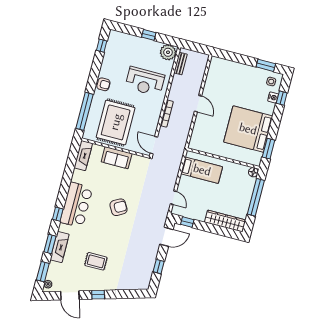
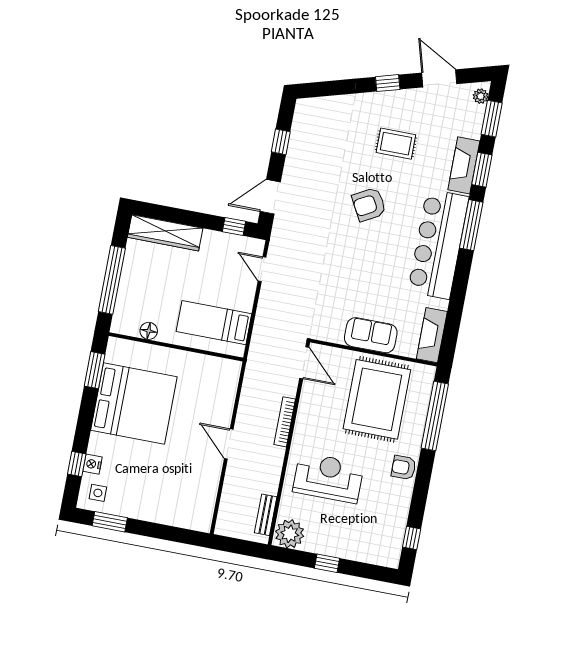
floor lamp: (253, 172) -> (149, 331), moved
bar counter: (76, 205) -> (438, 244), width x1.36
armchair: (118, 207) -> (369, 204), moved
window: (58, 214) -> (471, 225), width x2.17

